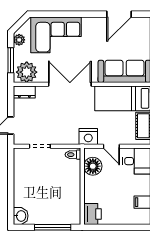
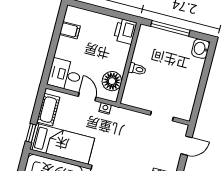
nightstand: (88, 137) -> (105, 108), width x0.53, depth x0.56
toilet: (73, 155) -> (137, 69), moved

